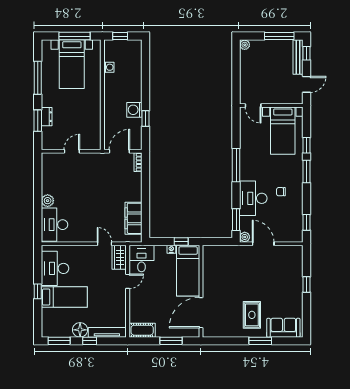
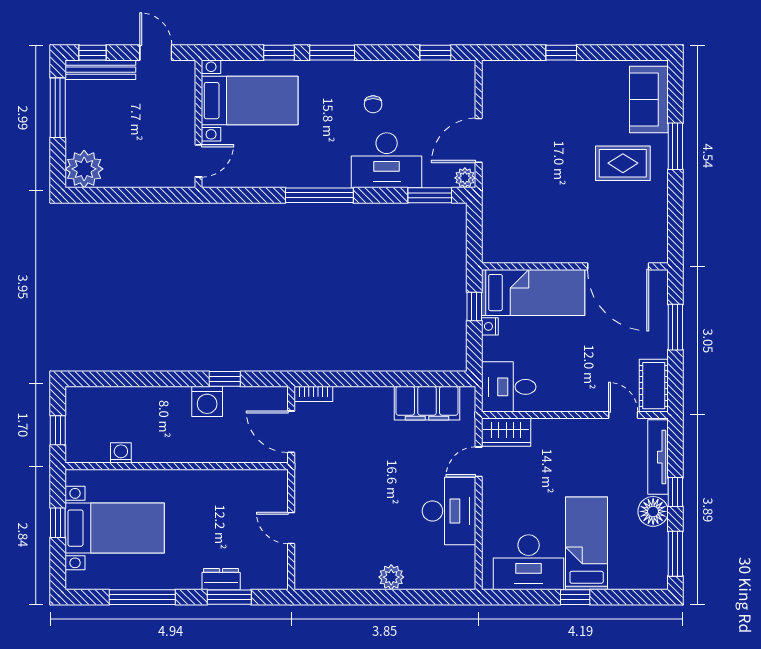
window: (74, 36) -> (58, 523), width x0.46
plant: (245, 45) -> (84, 169), width x1.88, depth x1.88
desk: (55, 225) -> (449, 511), moved, turned -90
door: (128, 281) -> (623, 415), moved

